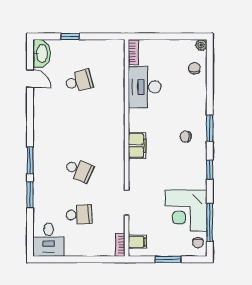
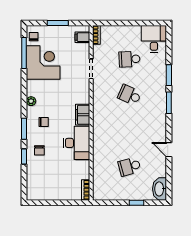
plant: (201, 45) -> (31, 101), moved
chair: (194, 68) -> (39, 150), moved
door: (30, 79) -> (169, 150), moved
desk: (145, 87) -> (77, 143), moved
window: (210, 170) -> (24, 156), moved

